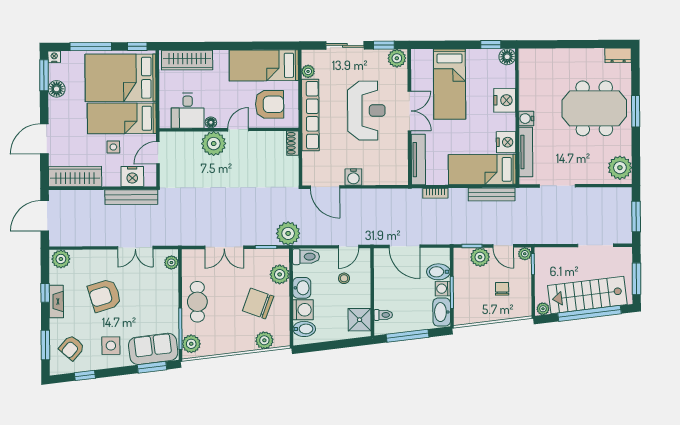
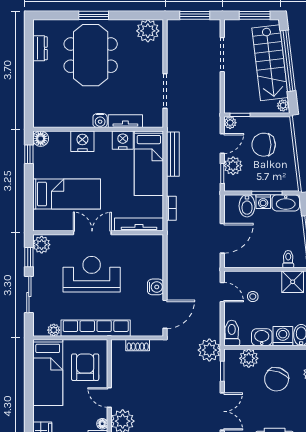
dresser: (618, 55) -> (40, 48), moved
shoe rack: (293, 143) -> (138, 345), moved
tv unit: (526, 152) -> (125, 121), width x0.71
chair: (502, 289) -> (264, 145), width x1.87, depth x1.87

